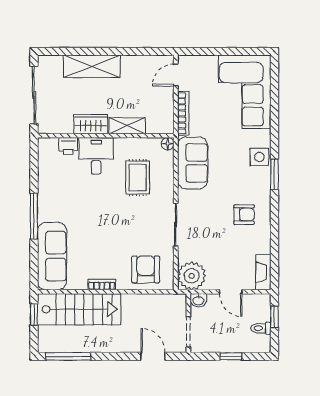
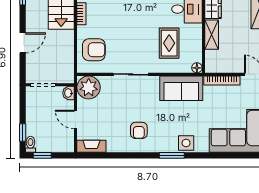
rug: (138, 178) -> (169, 43), turned 90
door: (231, 292) -> (76, 120), hinge flipped
window: (274, 317) -> (42, 155), moved
toilet: (261, 328) -> (30, 144), moved
door: (153, 356) -> (23, 43), moved
window: (231, 356) -> (23, 133), moved

